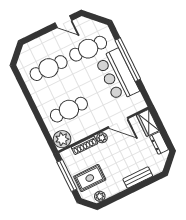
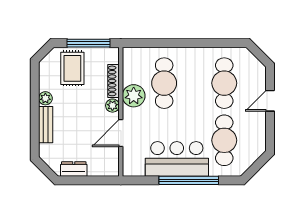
door: (63, 22) -> (270, 101), moved
wardrobe: (148, 123) -> (104, 167), removed
plant: (62, 139) -> (134, 96), moved
plant: (100, 196) -> (45, 98), moved

